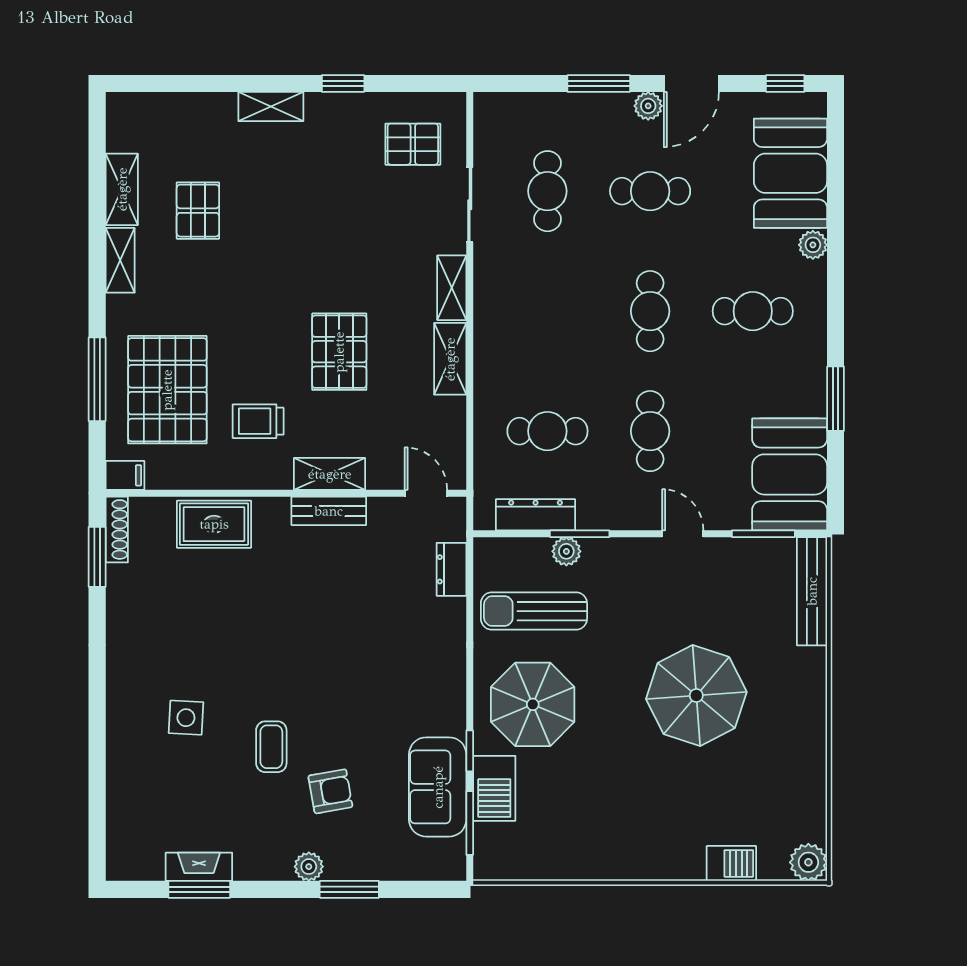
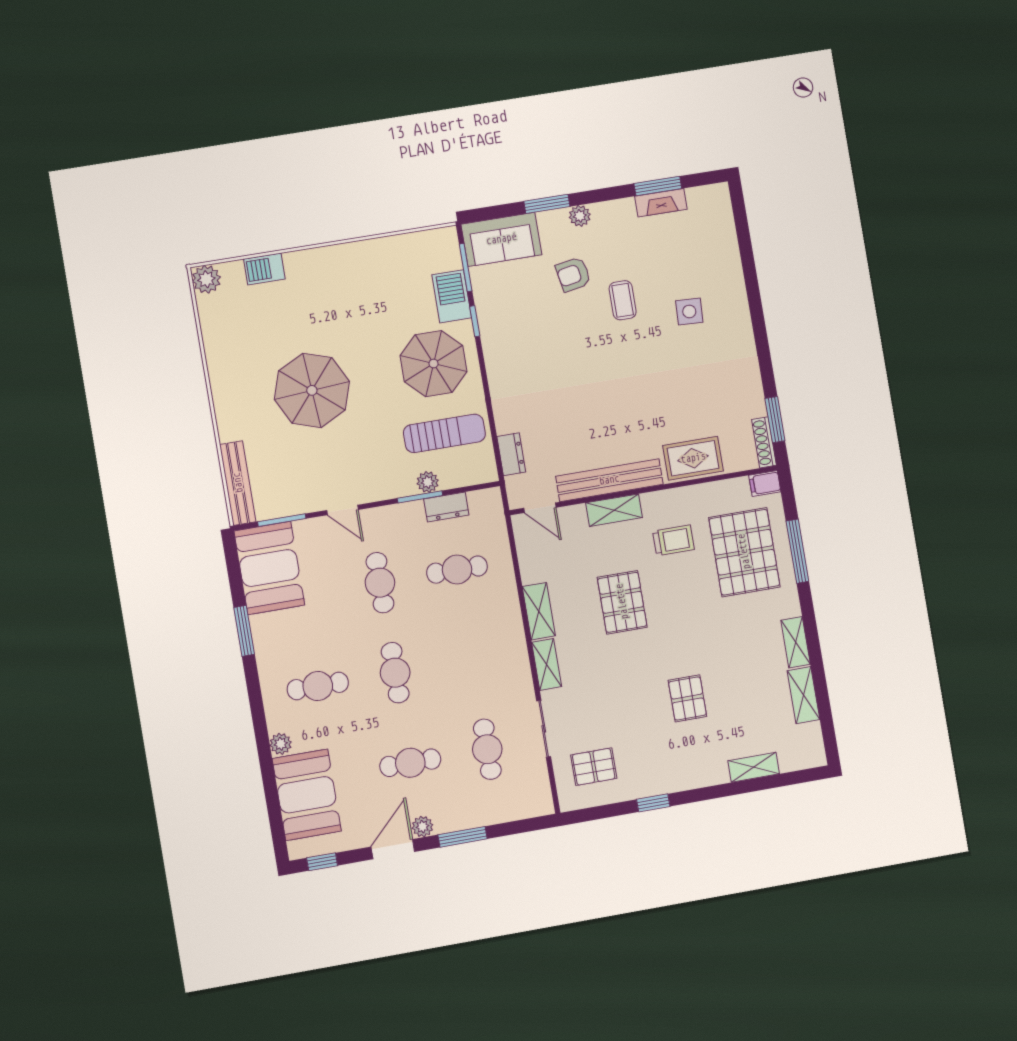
shelving: (271, 107) -> (754, 767), moved
pallet: (198, 211) -> (687, 698), moved
bench: (329, 511) -> (609, 480), width x1.86, depth x1.21
dresser: (536, 515) -> (446, 507), width x0.70
sofa: (438, 787) -> (501, 239), moved, turned 90

